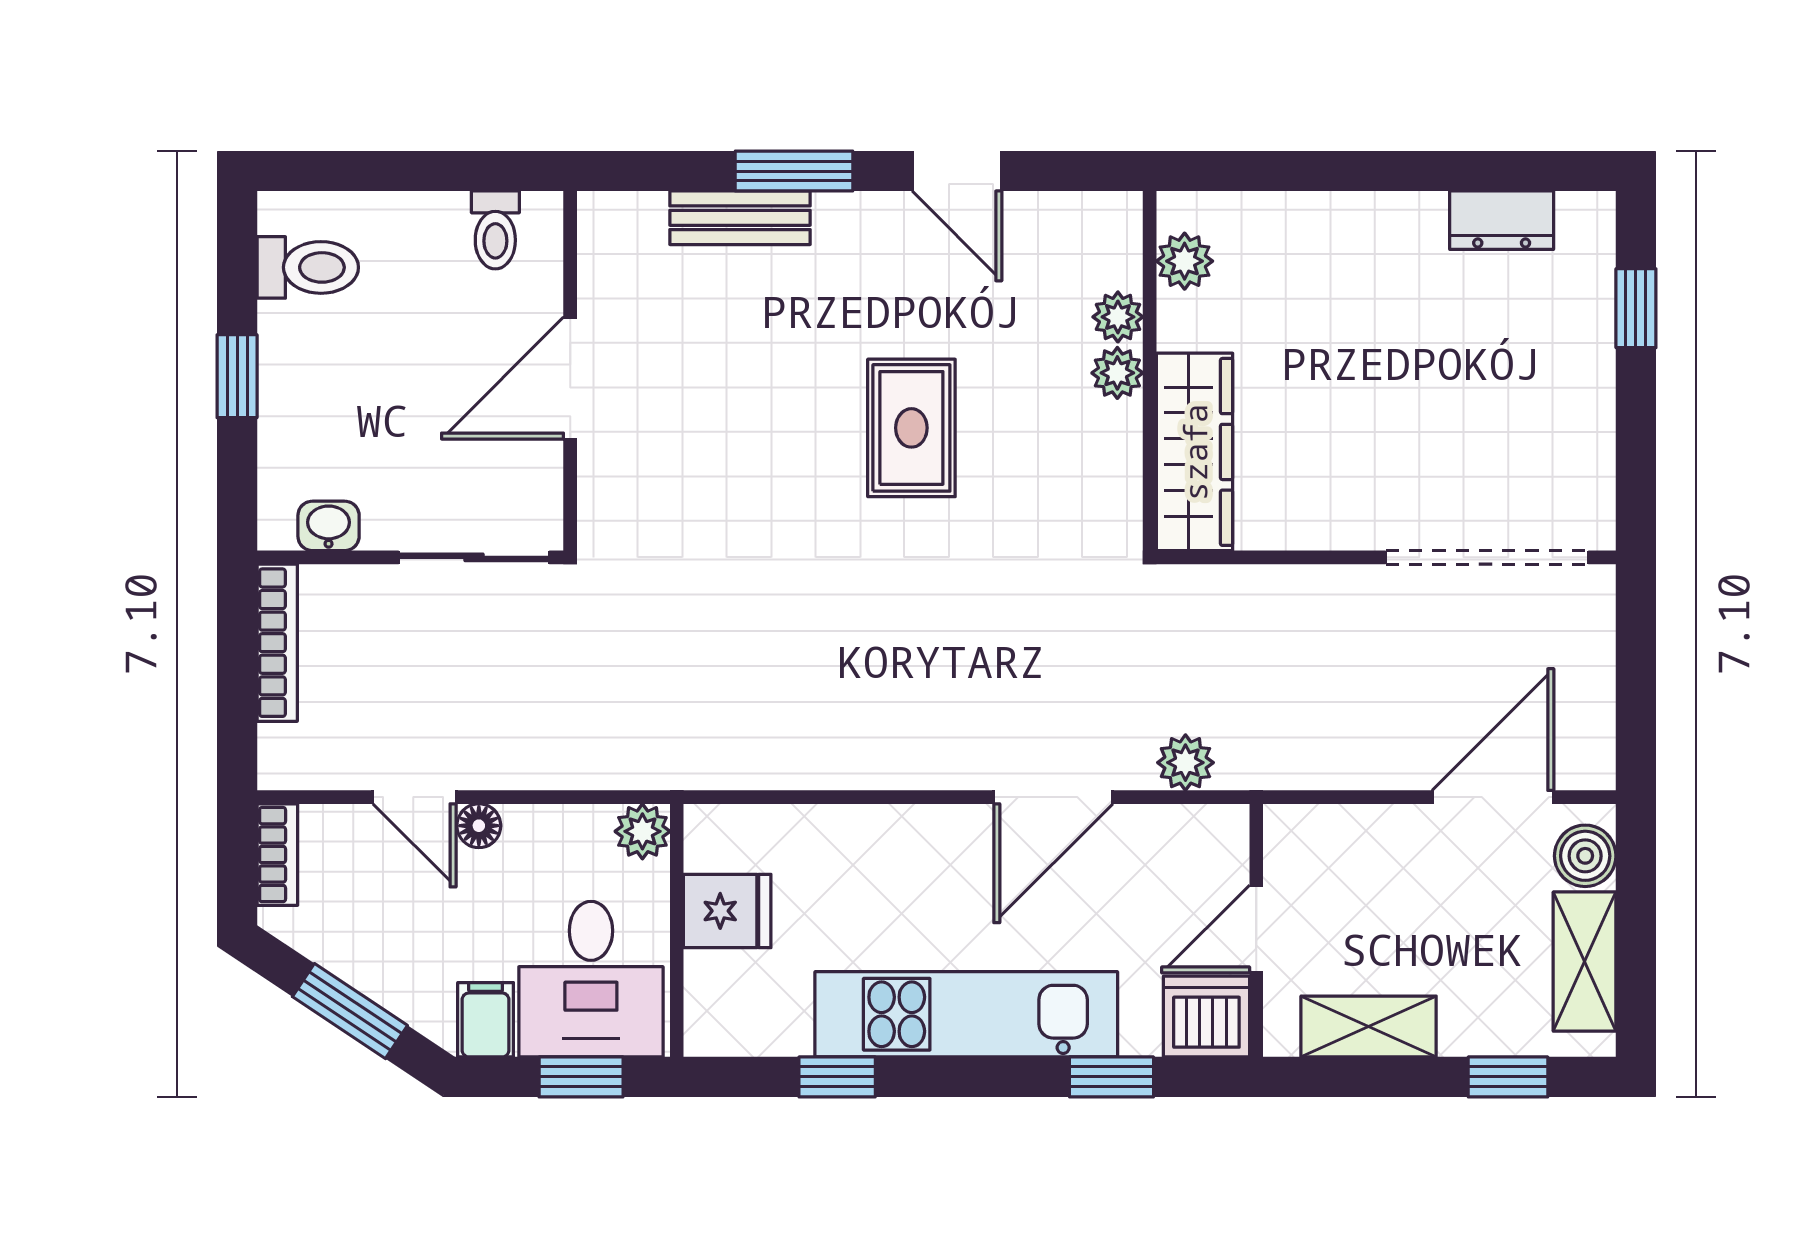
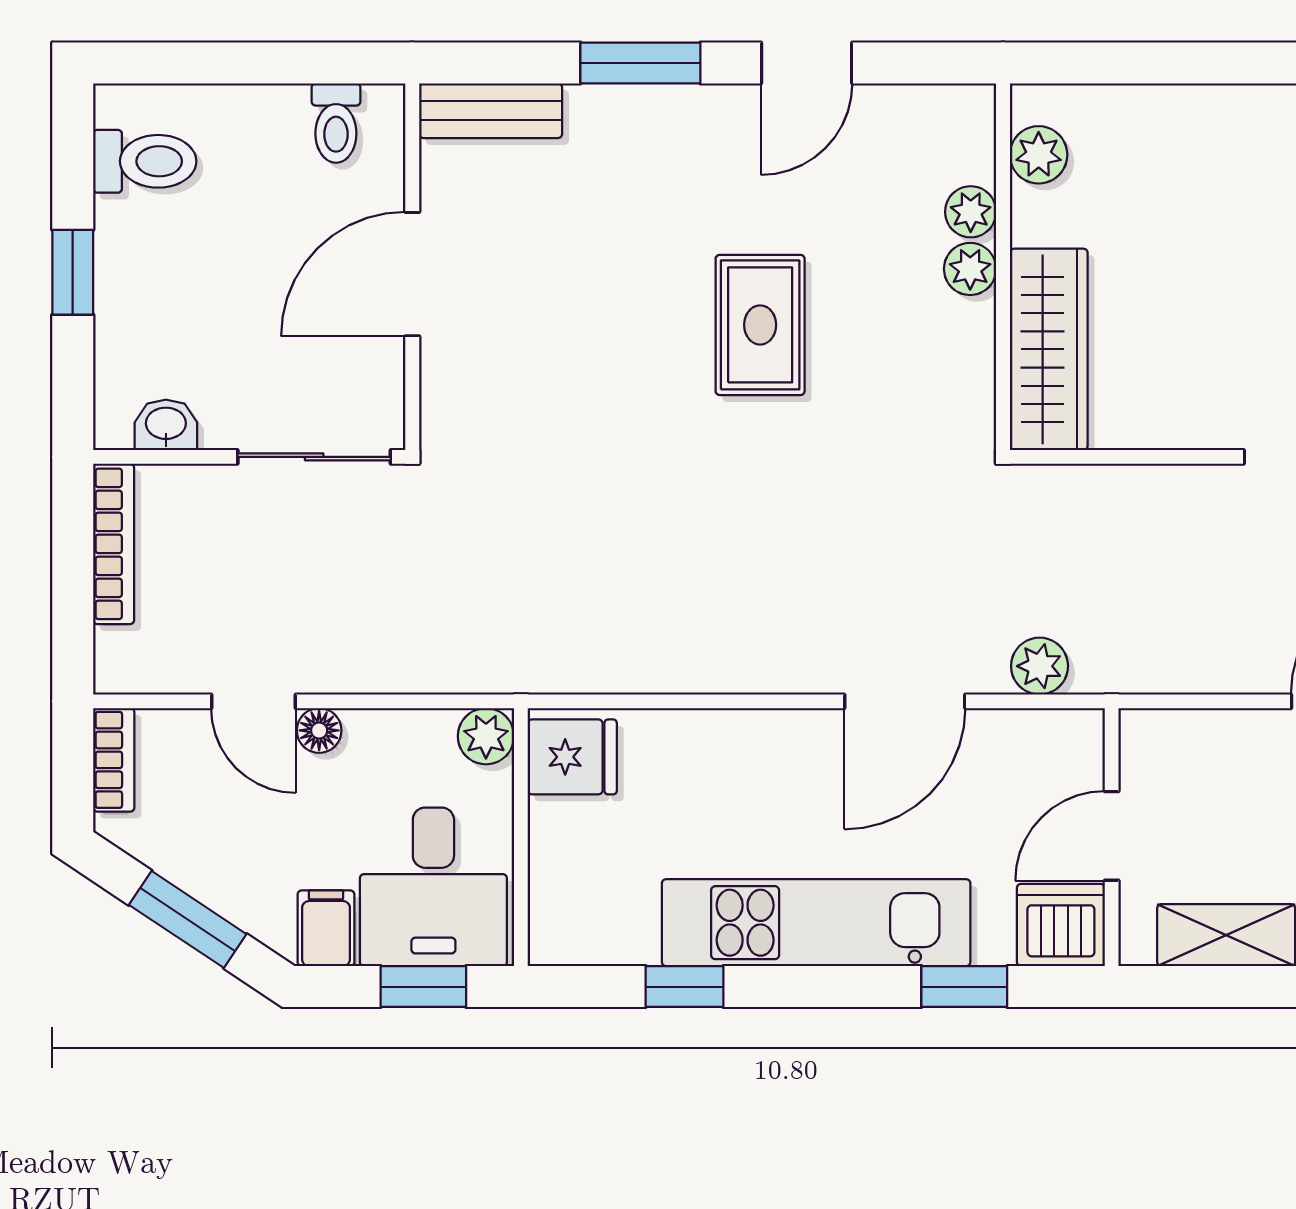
door: (957, 171) -> (807, 63), hinge flipped
bench: (740, 218) -> (491, 111), moved
fridge: (727, 911) -> (572, 757), moved

